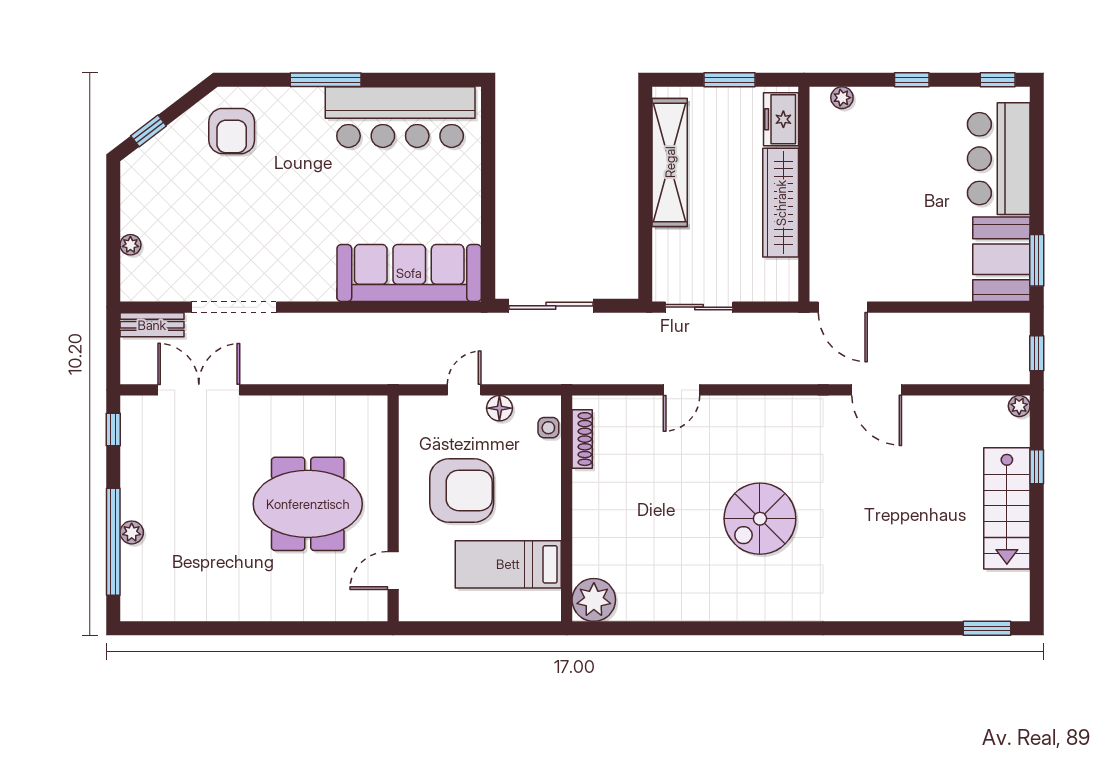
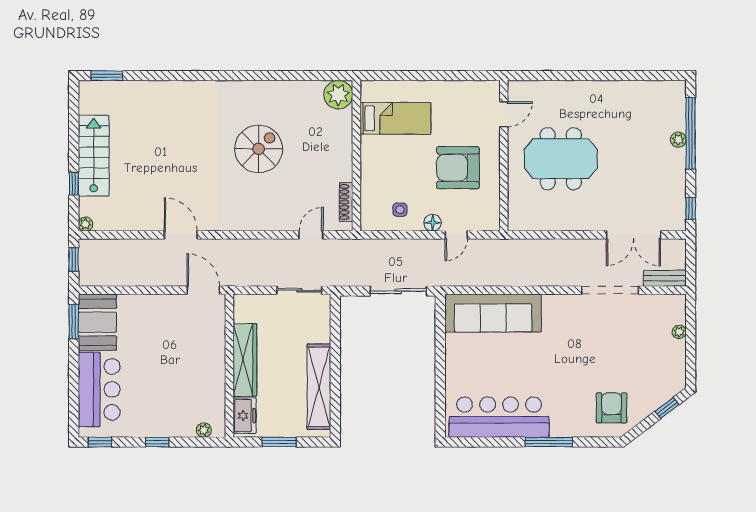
shoe rack: (582, 439) -> (346, 202), moved
wall: (567, 508) -> (356, 156), moved
bed: (508, 564) -> (395, 118), moved
plant: (594, 600) -> (338, 95), moved

